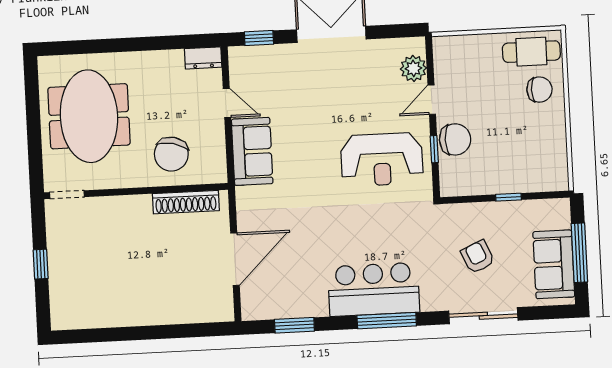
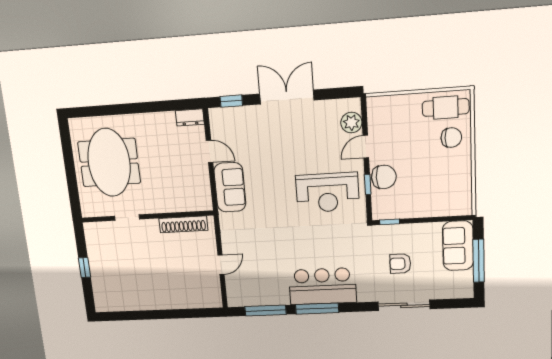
chair: (171, 154) -> (171, 190), removed
doorway: (67, 195) -> (127, 218), moved
window: (509, 197) -> (390, 222), moved
armchair: (478, 257) -> (400, 264), turned -66
door: (235, 259) -> (221, 265), width x0.53
sofa: (554, 264) -> (458, 246), moved
window: (387, 321) -> (317, 309), moved
window: (294, 325) -> (266, 310), width x1.44

